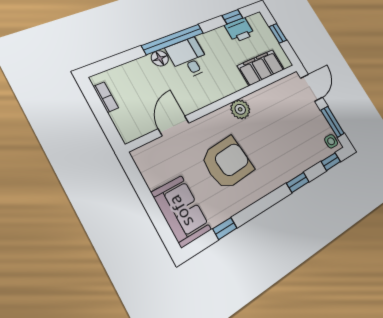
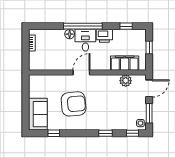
printer: (240, 30) -> (104, 36), moved
plant: (240, 109) -> (126, 81), moved
door: (174, 126) -> (81, 72), moved

